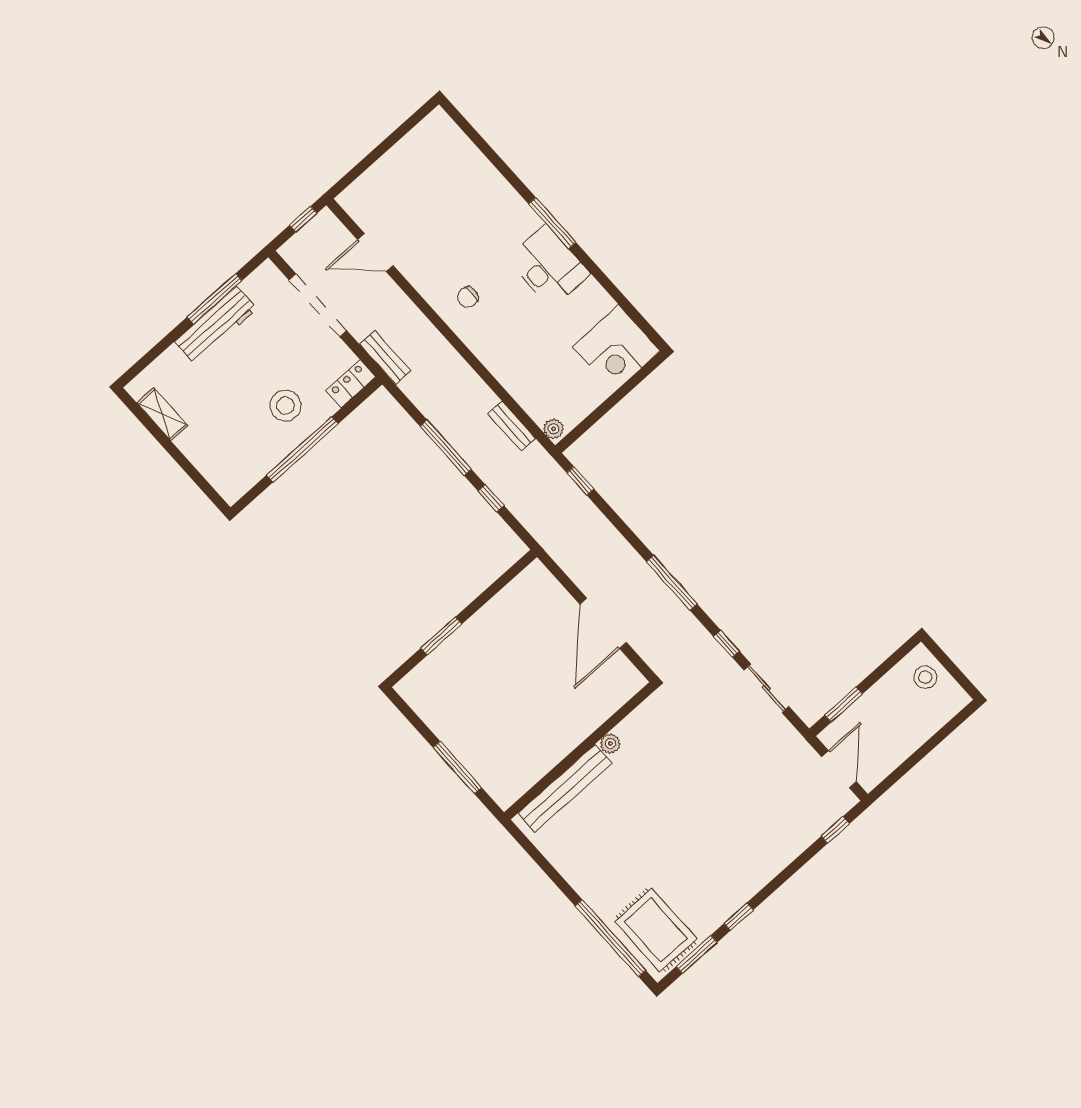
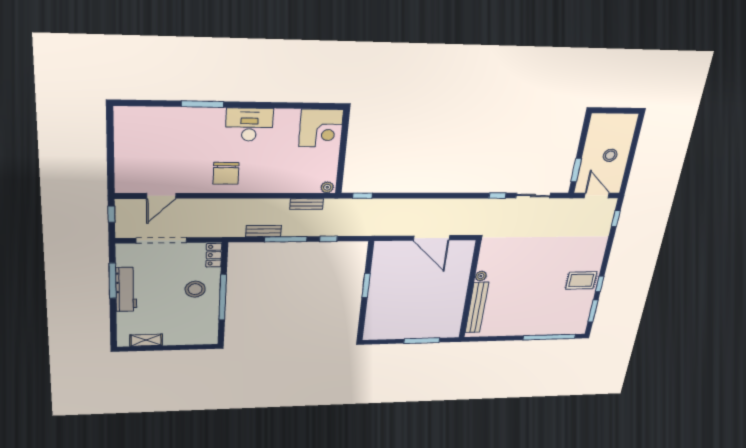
window: (552, 223) -> (203, 104), moved
chair: (468, 297) -> (226, 173), width x1.87, depth x1.87
bench: (385, 358) -> (264, 231), moved
window: (672, 583) -> (448, 196), removed
window: (441, 636) -> (366, 285), moved
stool: (925, 677) -> (610, 155), moved
rug: (656, 930) -> (581, 280), moved, width x0.73, depth x0.70

